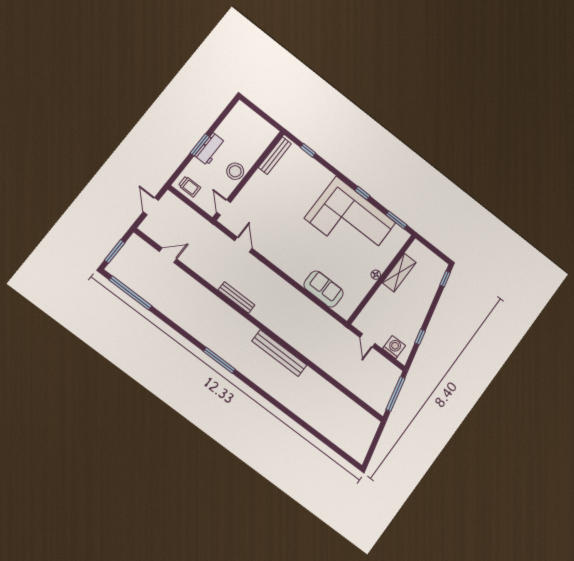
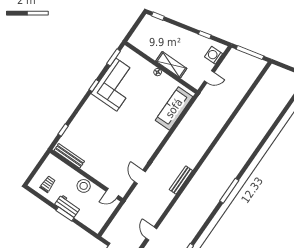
trolley: (189, 186) -> (48, 184), moved
corner sofa: (350, 220) -> (116, 85), width x0.73, depth x0.74
door: (243, 245) -> (140, 177), hinge flipped
shelving: (399, 273) -> (171, 65), moved
sofa: (324, 289) -> (174, 108), width x1.36
bench: (279, 353) -> (222, 145), removed

